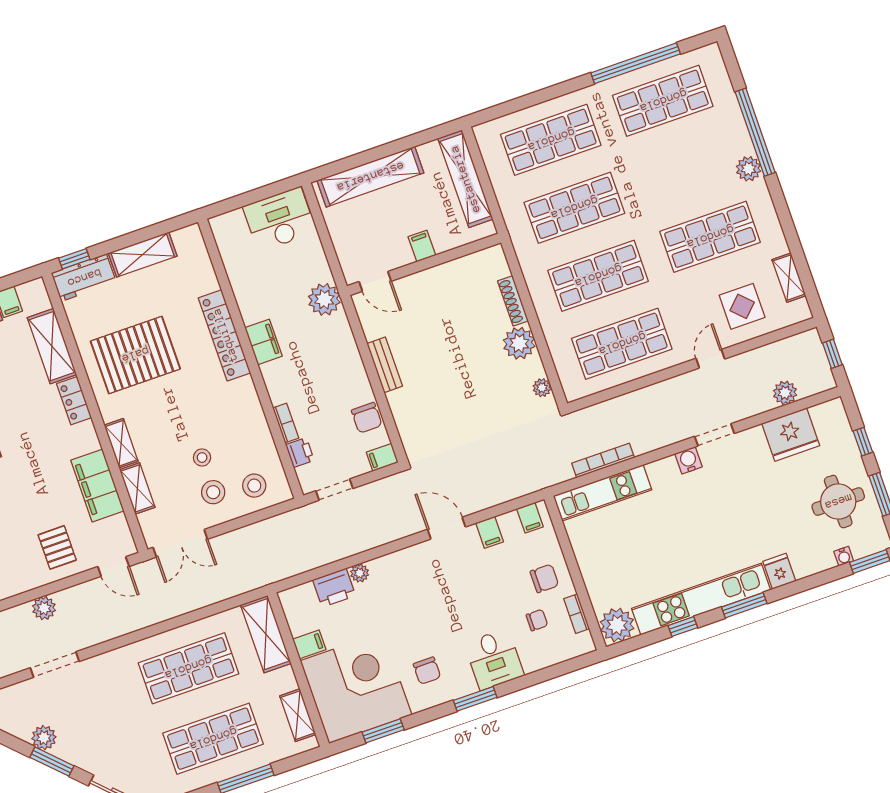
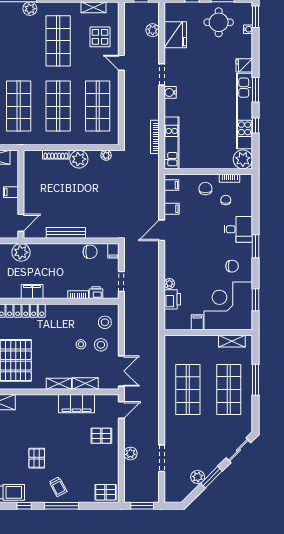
bench: (385, 365) -> (66, 233), width x1.36
locker: (74, 401) -> (28, 400), removed
shelving: (266, 634) -> (184, 343), removed

